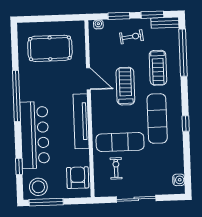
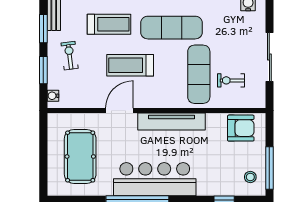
bar counter: (35, 135) -> (155, 179), moved
armchair: (78, 178) -> (241, 128), turned 180
stool: (38, 187) -> (250, 177), width x0.53, depth x0.53

